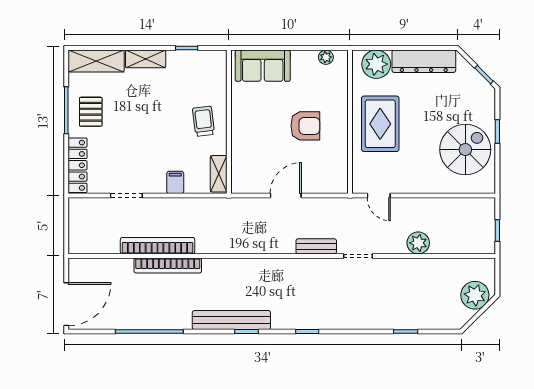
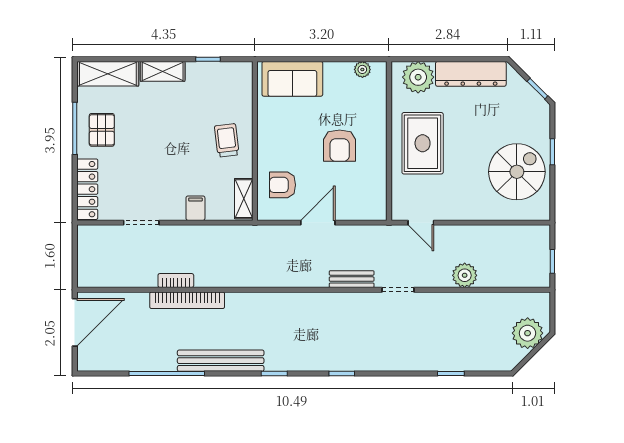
armchair: (305, 126) -> (340, 146), turned 90
armchair: (254, 161) -> (283, 185), added
bookcase: (158, 246) -> (176, 281), width x0.43, depth x0.76
door: (66, 304) -> (75, 322), moved
bench: (231, 320) -> (221, 361), moved

